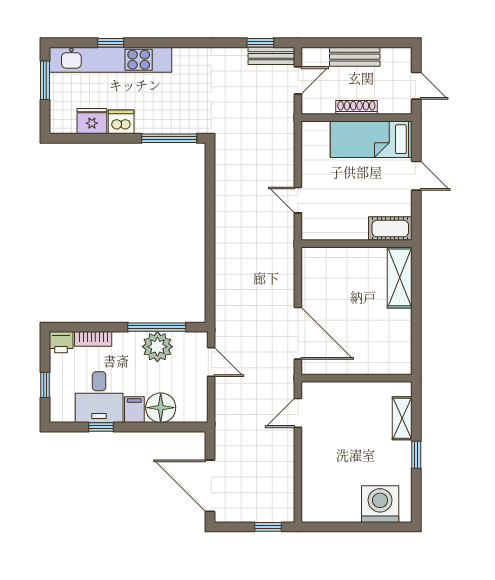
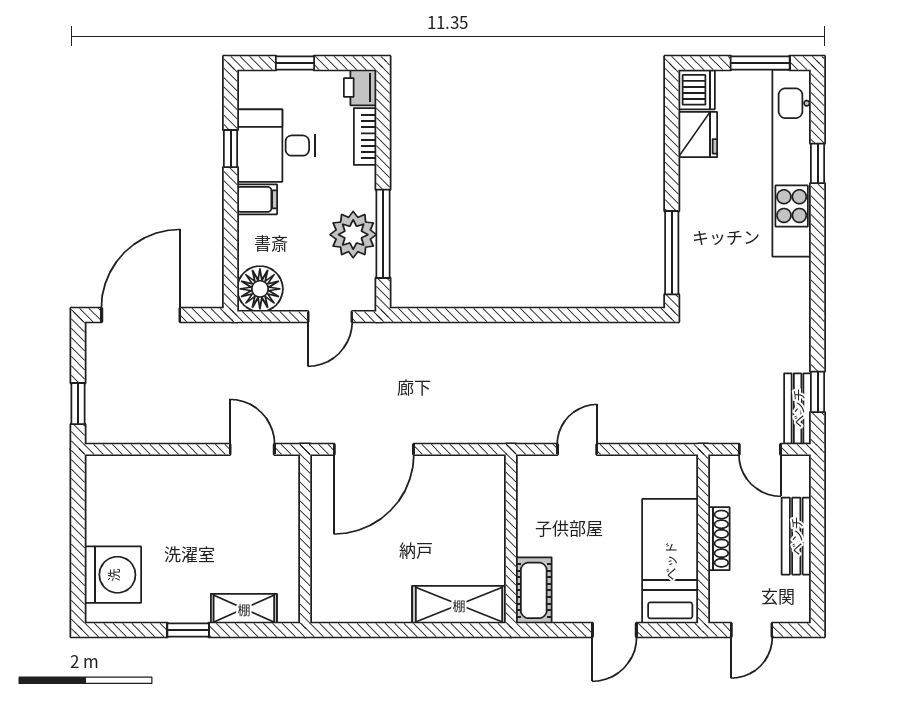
dishwasher: (121, 122) -> (697, 90), moved
floor lamp: (161, 408) -> (260, 289), moved

